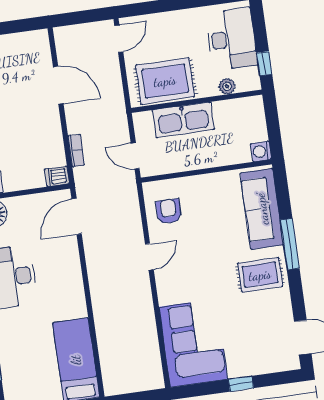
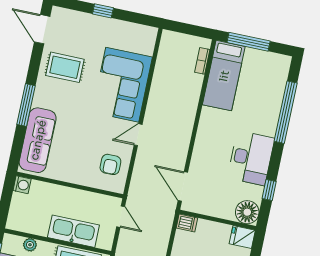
bookcase: (76, 151) -> (202, 61), moved
door: (77, 216) -> (183, 186), swing flipped
rug: (260, 275) -> (65, 67), moved
corner sofa: (193, 343) -> (122, 85), moved

